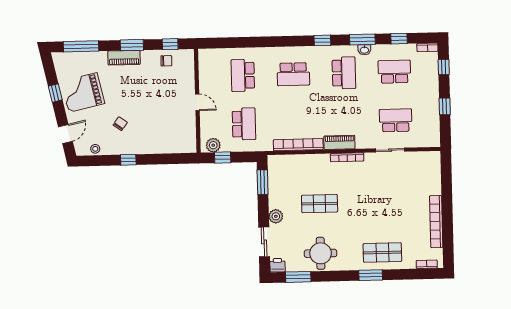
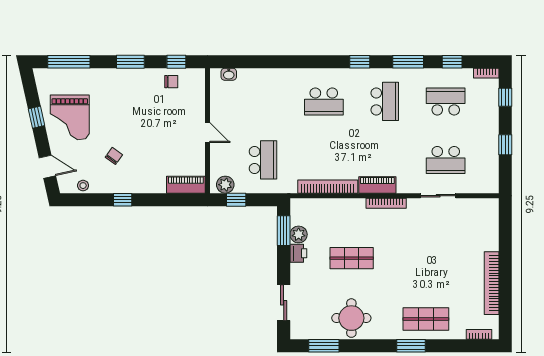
washbasin: (364, 50) -> (229, 74), moved
piano: (124, 58) -> (186, 185), moved, turned 180
school desk: (243, 75) -> (263, 101), removed
grand piano: (83, 93) -> (70, 117), turned -77
school desk: (396, 120) -> (446, 160), turned 180
door: (65, 134) -> (47, 167), hinge flipped
plant: (276, 216) -> (299, 234), moved
printer: (277, 265) -> (298, 253), moved, turned 90

